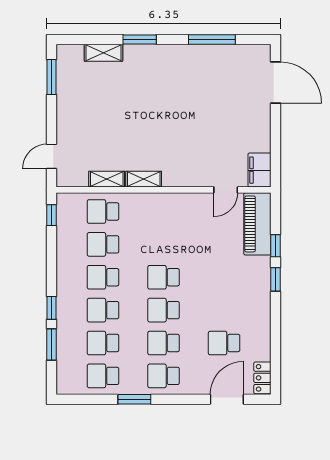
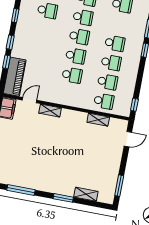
shelving: (144, 179) -> (50, 111), moved
window: (276, 325) -> (15, 15), added
school desk: (103, 343) -> (72, 75), moved

